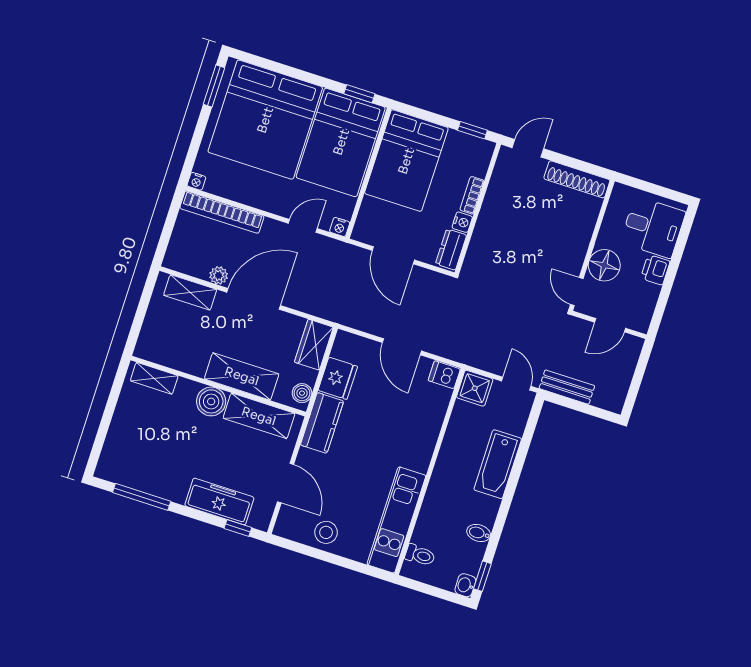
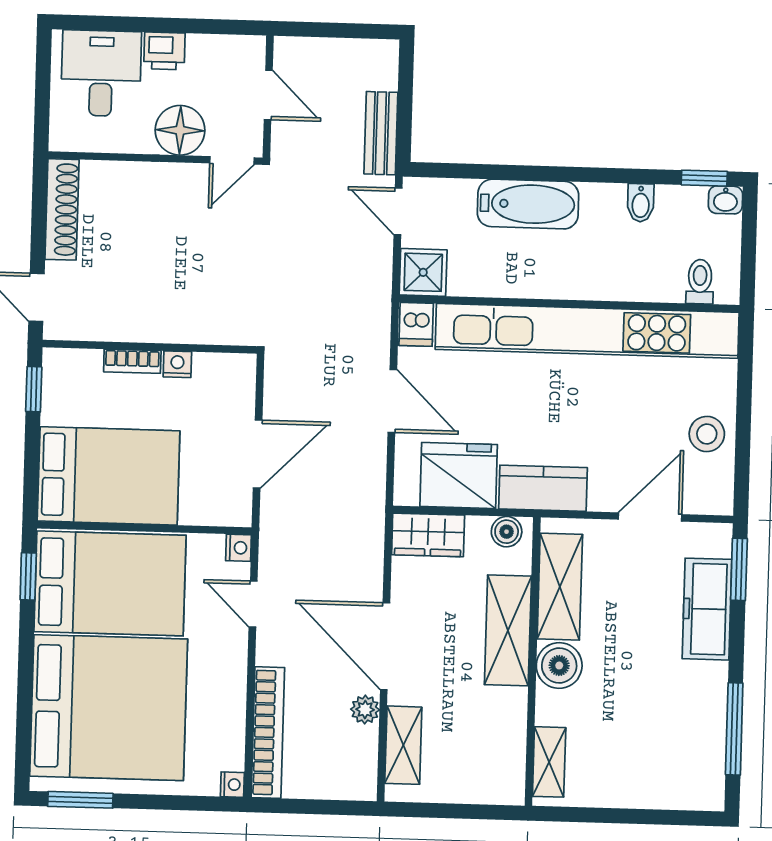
dresser: (451, 249) -> (224, 369), removed
door: (402, 347) -> (392, 401), hinge flipped
fridge: (338, 378) -> (459, 475), width x1.36, depth x1.34
door: (516, 384) -> (398, 211), hinge flipped
kitchen unit: (396, 520) -> (587, 331), width x1.86
window: (238, 528) -> (739, 569), width x1.50

